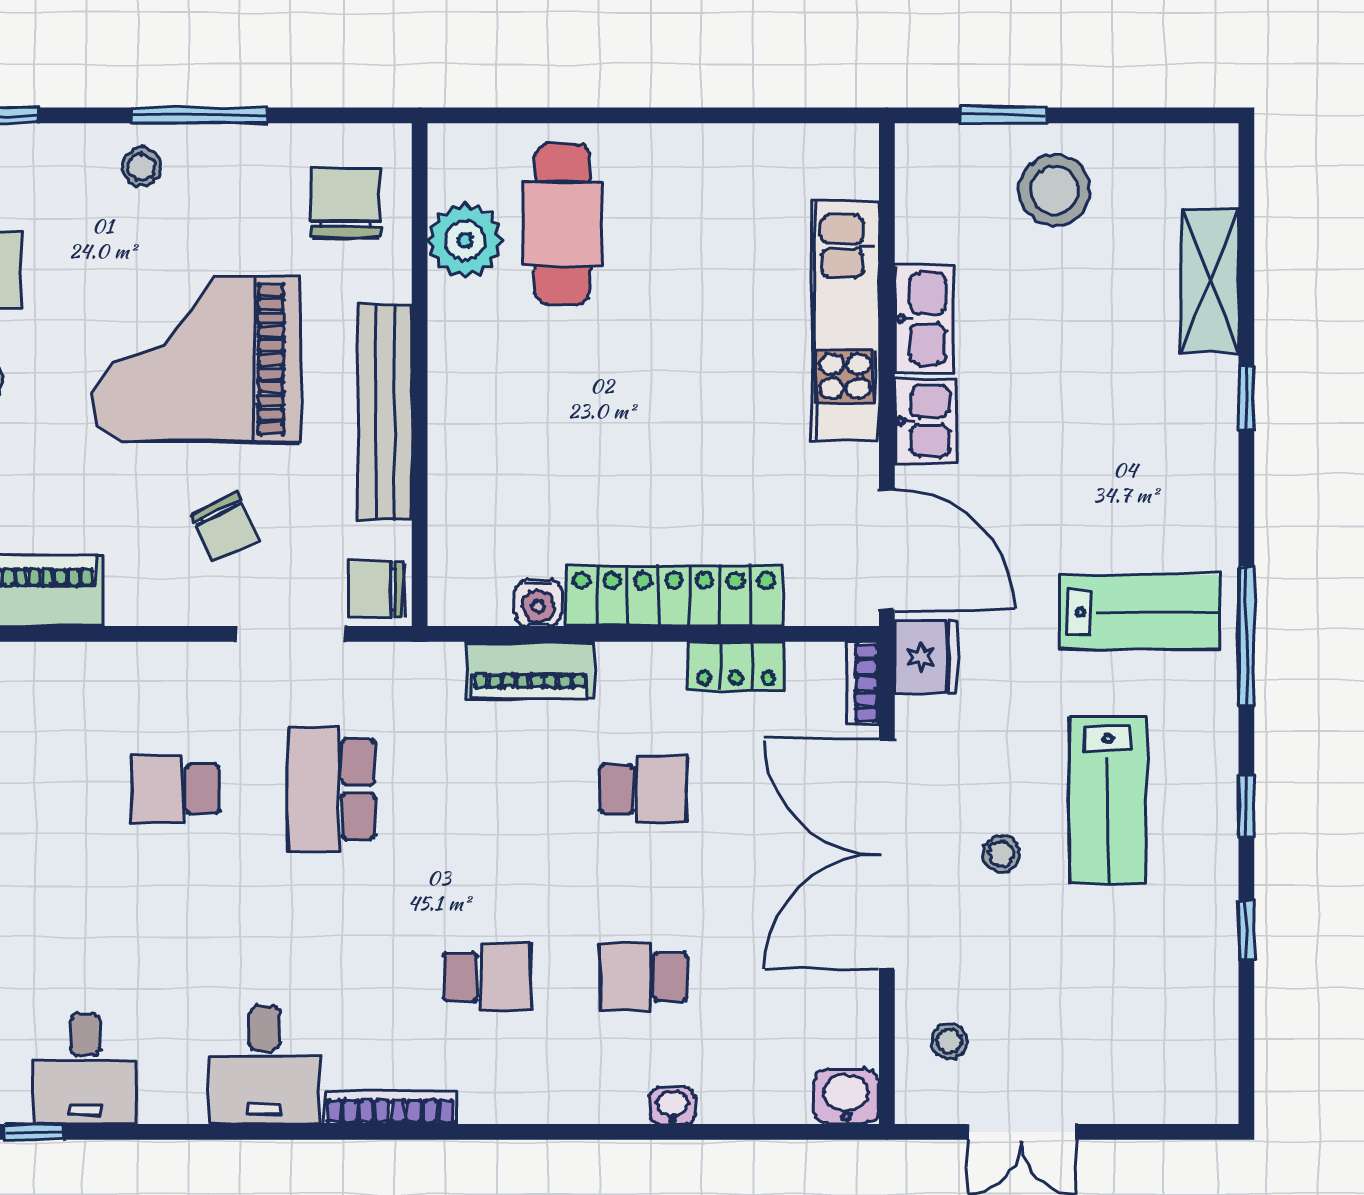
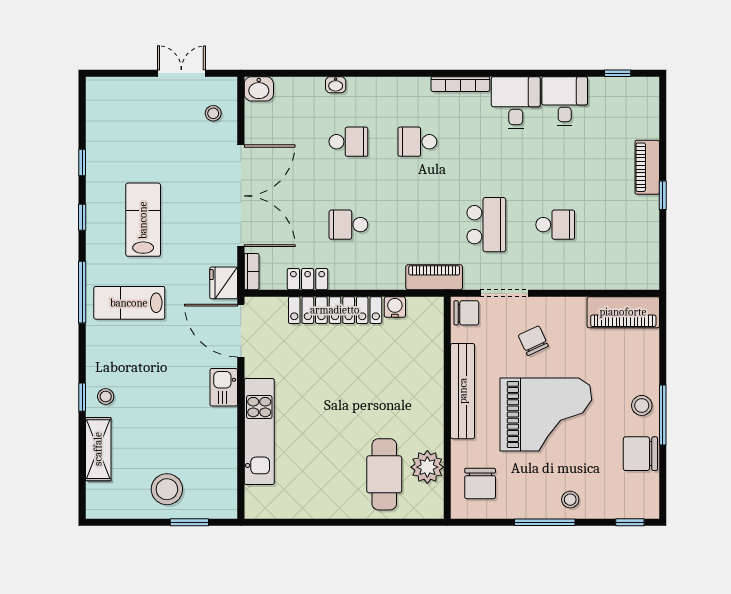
kitchen sink: (924, 319) -> (225, 432), removed
piano: (530, 670) -> (434, 277), moved
stool: (1002, 854) -> (106, 397), moved
desk: (85, 1069) -> (565, 101), moved

